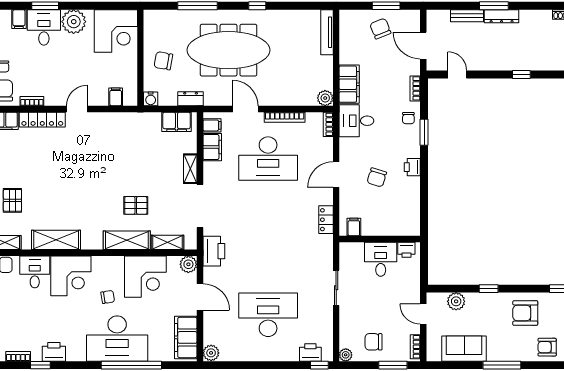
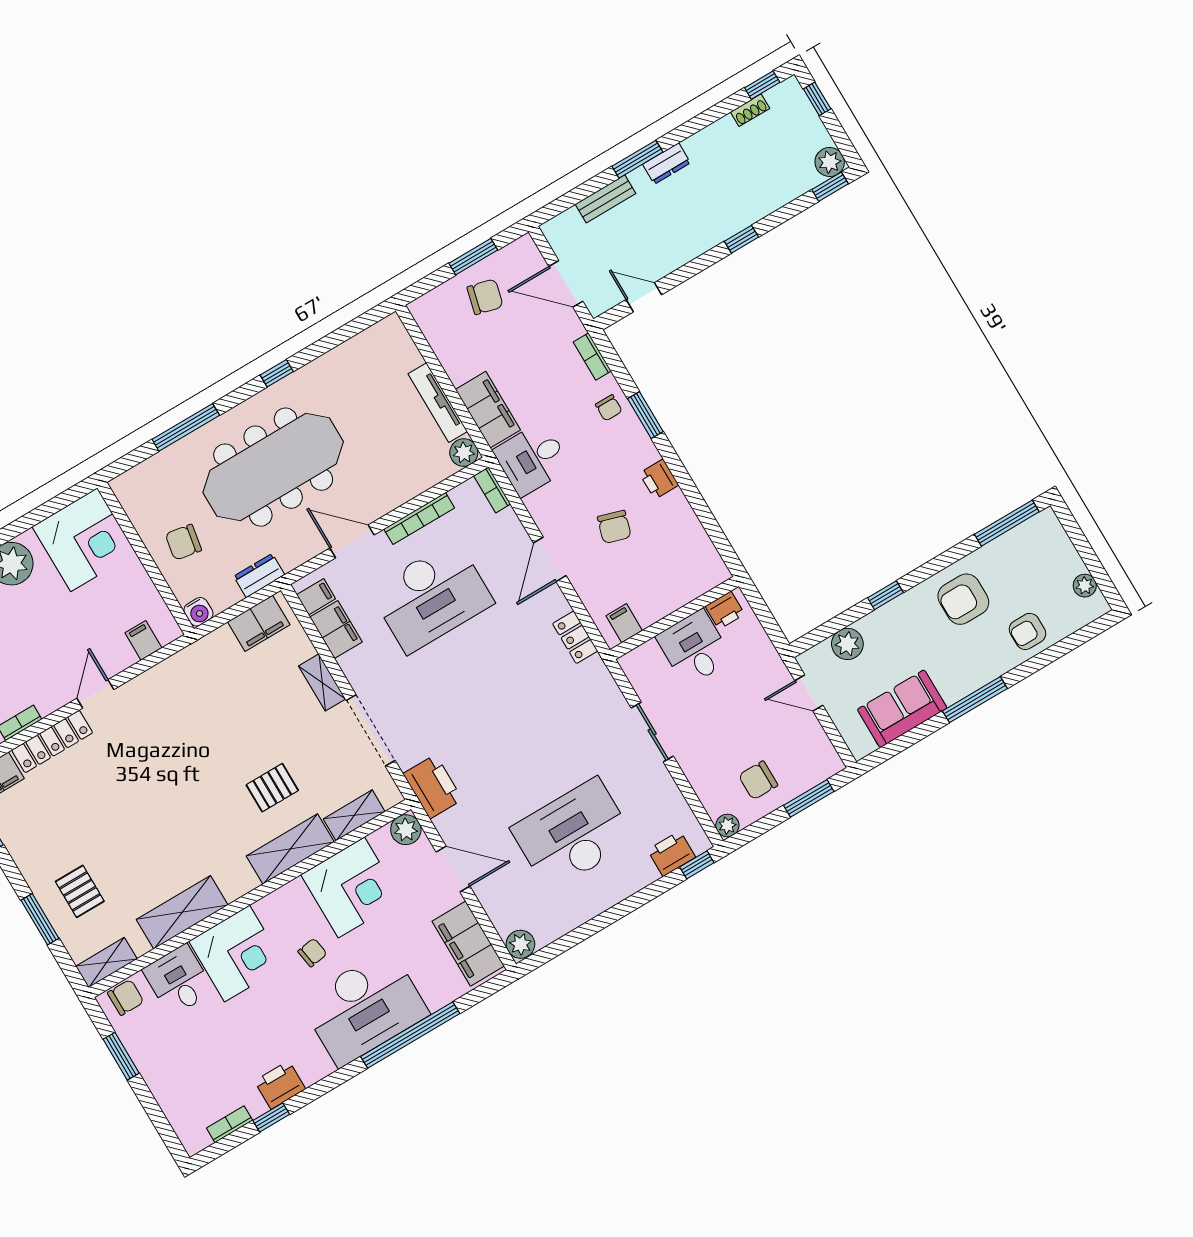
dresser: (502, 16) -> (667, 164), width x0.70
chair: (380, 29) -> (485, 297), turned 126
tv unit: (327, 32) -> (438, 403), moved
bookcase: (415, 347) -> (826, 750), removed

